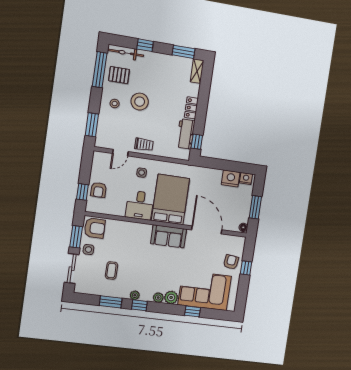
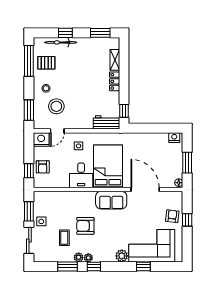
bicycle: (126, 53) -> (61, 42), moved
shelving: (197, 71) -> (115, 60), moved
stool: (140, 102) -> (56, 106), moved
workbench: (186, 134) -> (107, 122), moved, turned 90
trolley: (144, 144) -> (77, 121), removed
nightstand: (231, 178) -> (41, 139), moved
armchair: (95, 228) -> (85, 226), moved, turned 180
plant: (158, 298) -> (79, 257), moved

